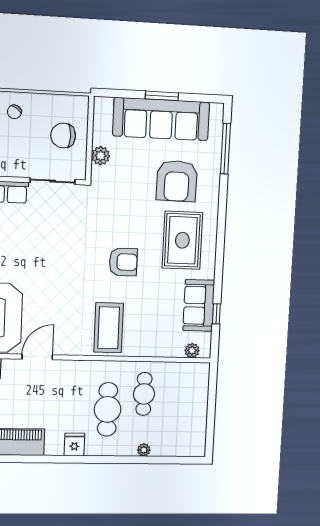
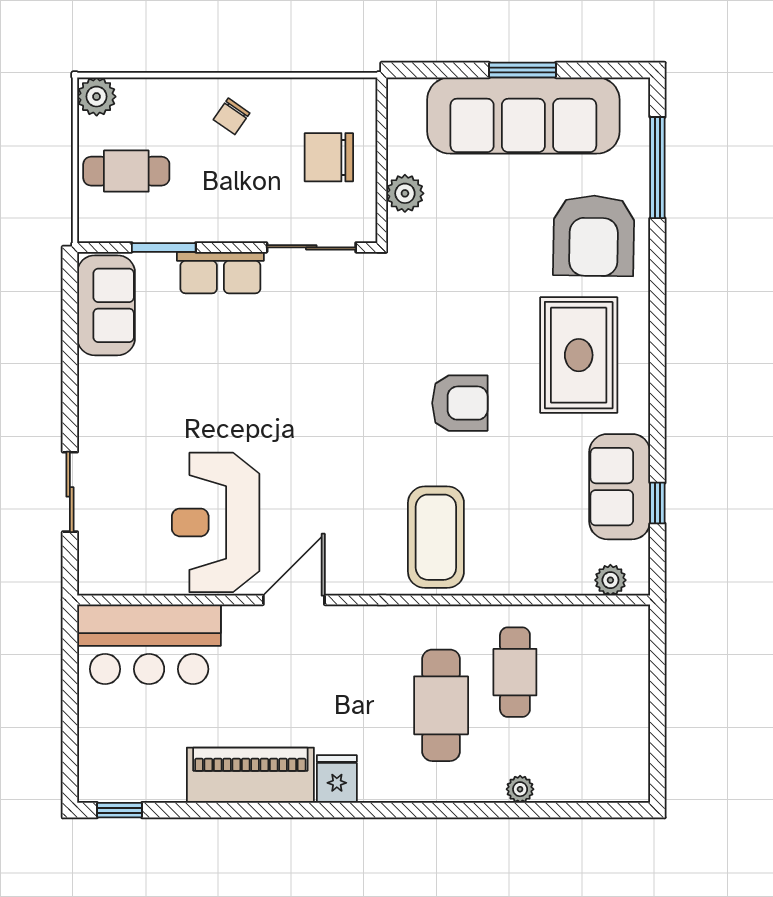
armchair: (177, 181) -> (594, 236), moved
fridge: (74, 444) -> (337, 779), moved

